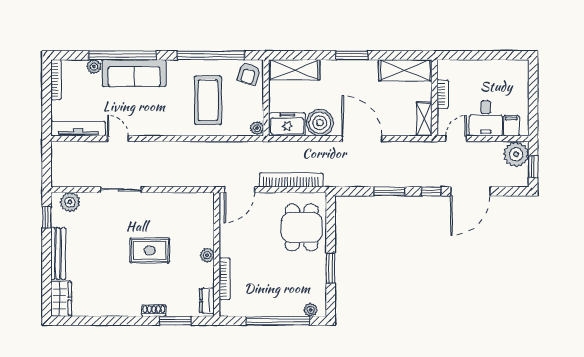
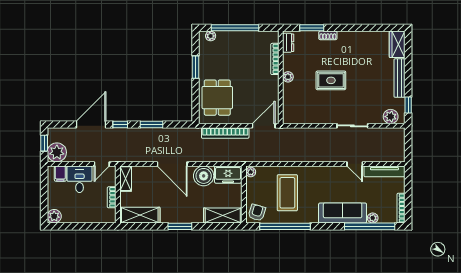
window: (122, 55) -> (370, 226), moved
plant: (520, 69) -> (54, 216), added

